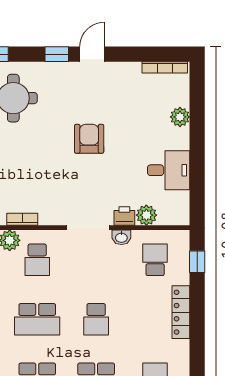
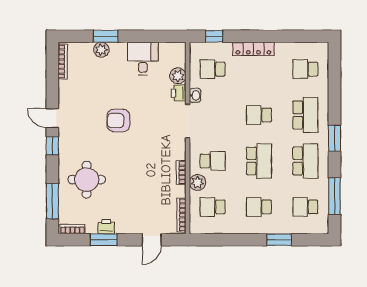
window: (197, 122) -> (106, 36), added
school desk: (96, 319) -> (259, 115), turned 180

